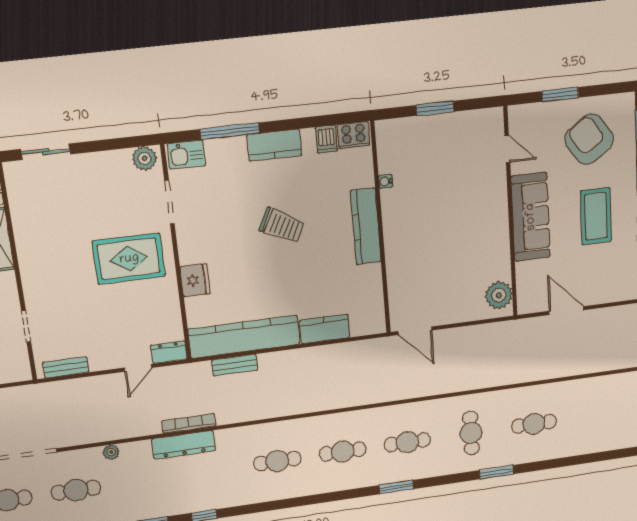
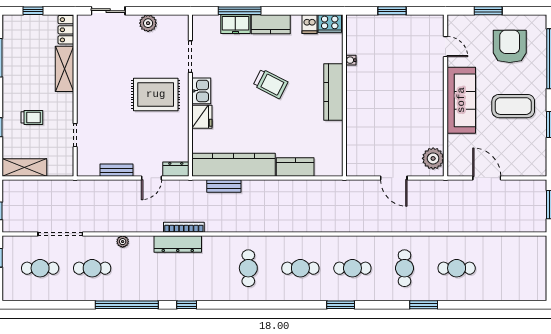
armchair: (589, 139) -> (510, 46), turned 35
freezer: (226, 150) -> (235, 24), added
kitchen sink: (186, 155) -> (201, 91), moved, turned -90
plant: (144, 158) -> (148, 23), moved
coffee table: (596, 216) -> (513, 106), turned 90
door: (415, 331) -> (394, 178), moved
bench: (66, 367) -> (117, 170), moved
cafe table: (277, 461) -> (248, 268), turned 90

